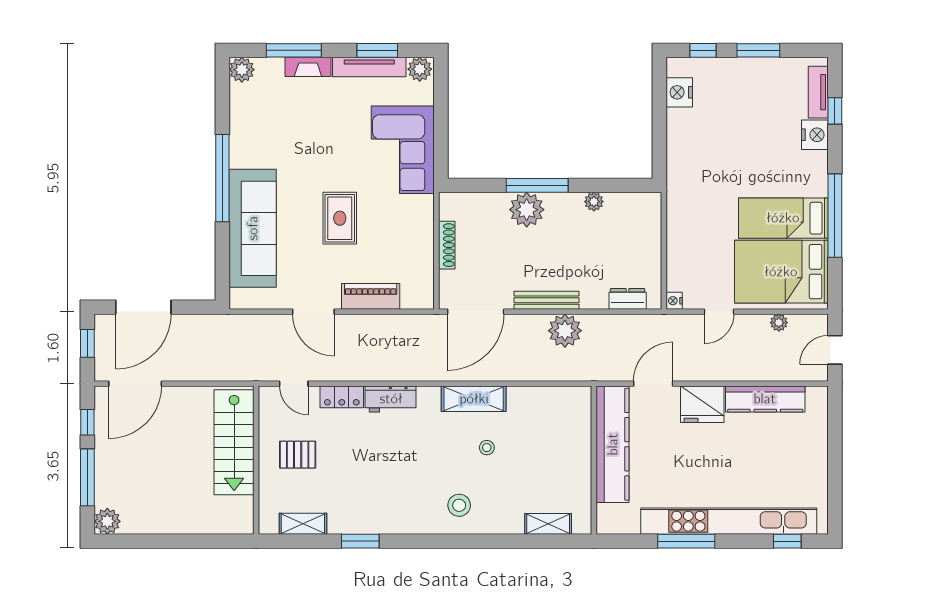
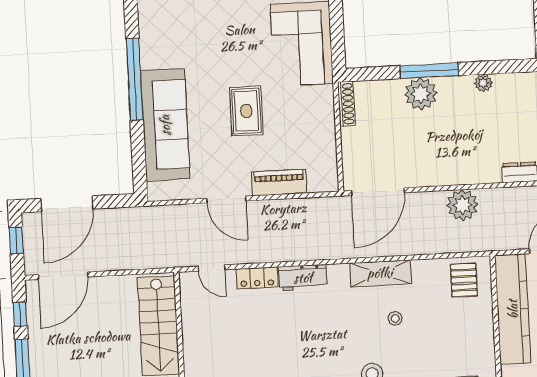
shoe rack: (447, 245) -> (346, 104), moved
bench: (546, 300) -> (444, 178), removed
pallet: (298, 455) -> (464, 280), moved, turned 90

